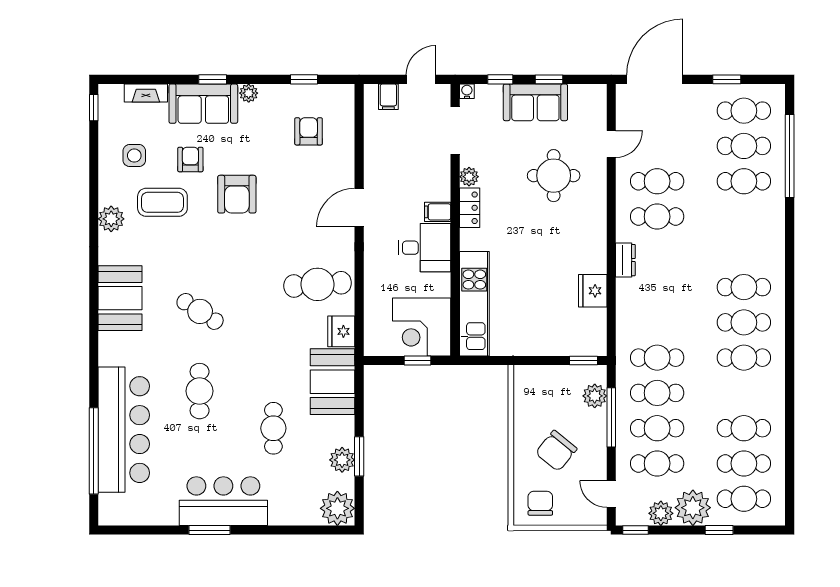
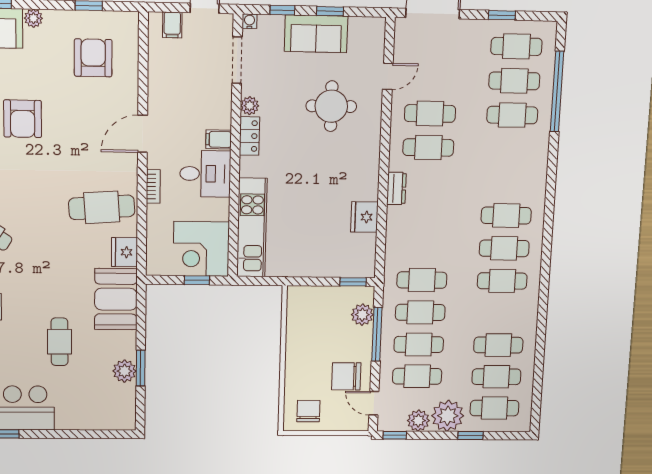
armchair: (309, 131) -> (93, 58), width x1.38, depth x1.38
bookcase: (371, 262) -> (153, 186), added
chair: (556, 451) -> (346, 376), moved, turned 51
plant: (337, 508) -> (120, 415), removed

